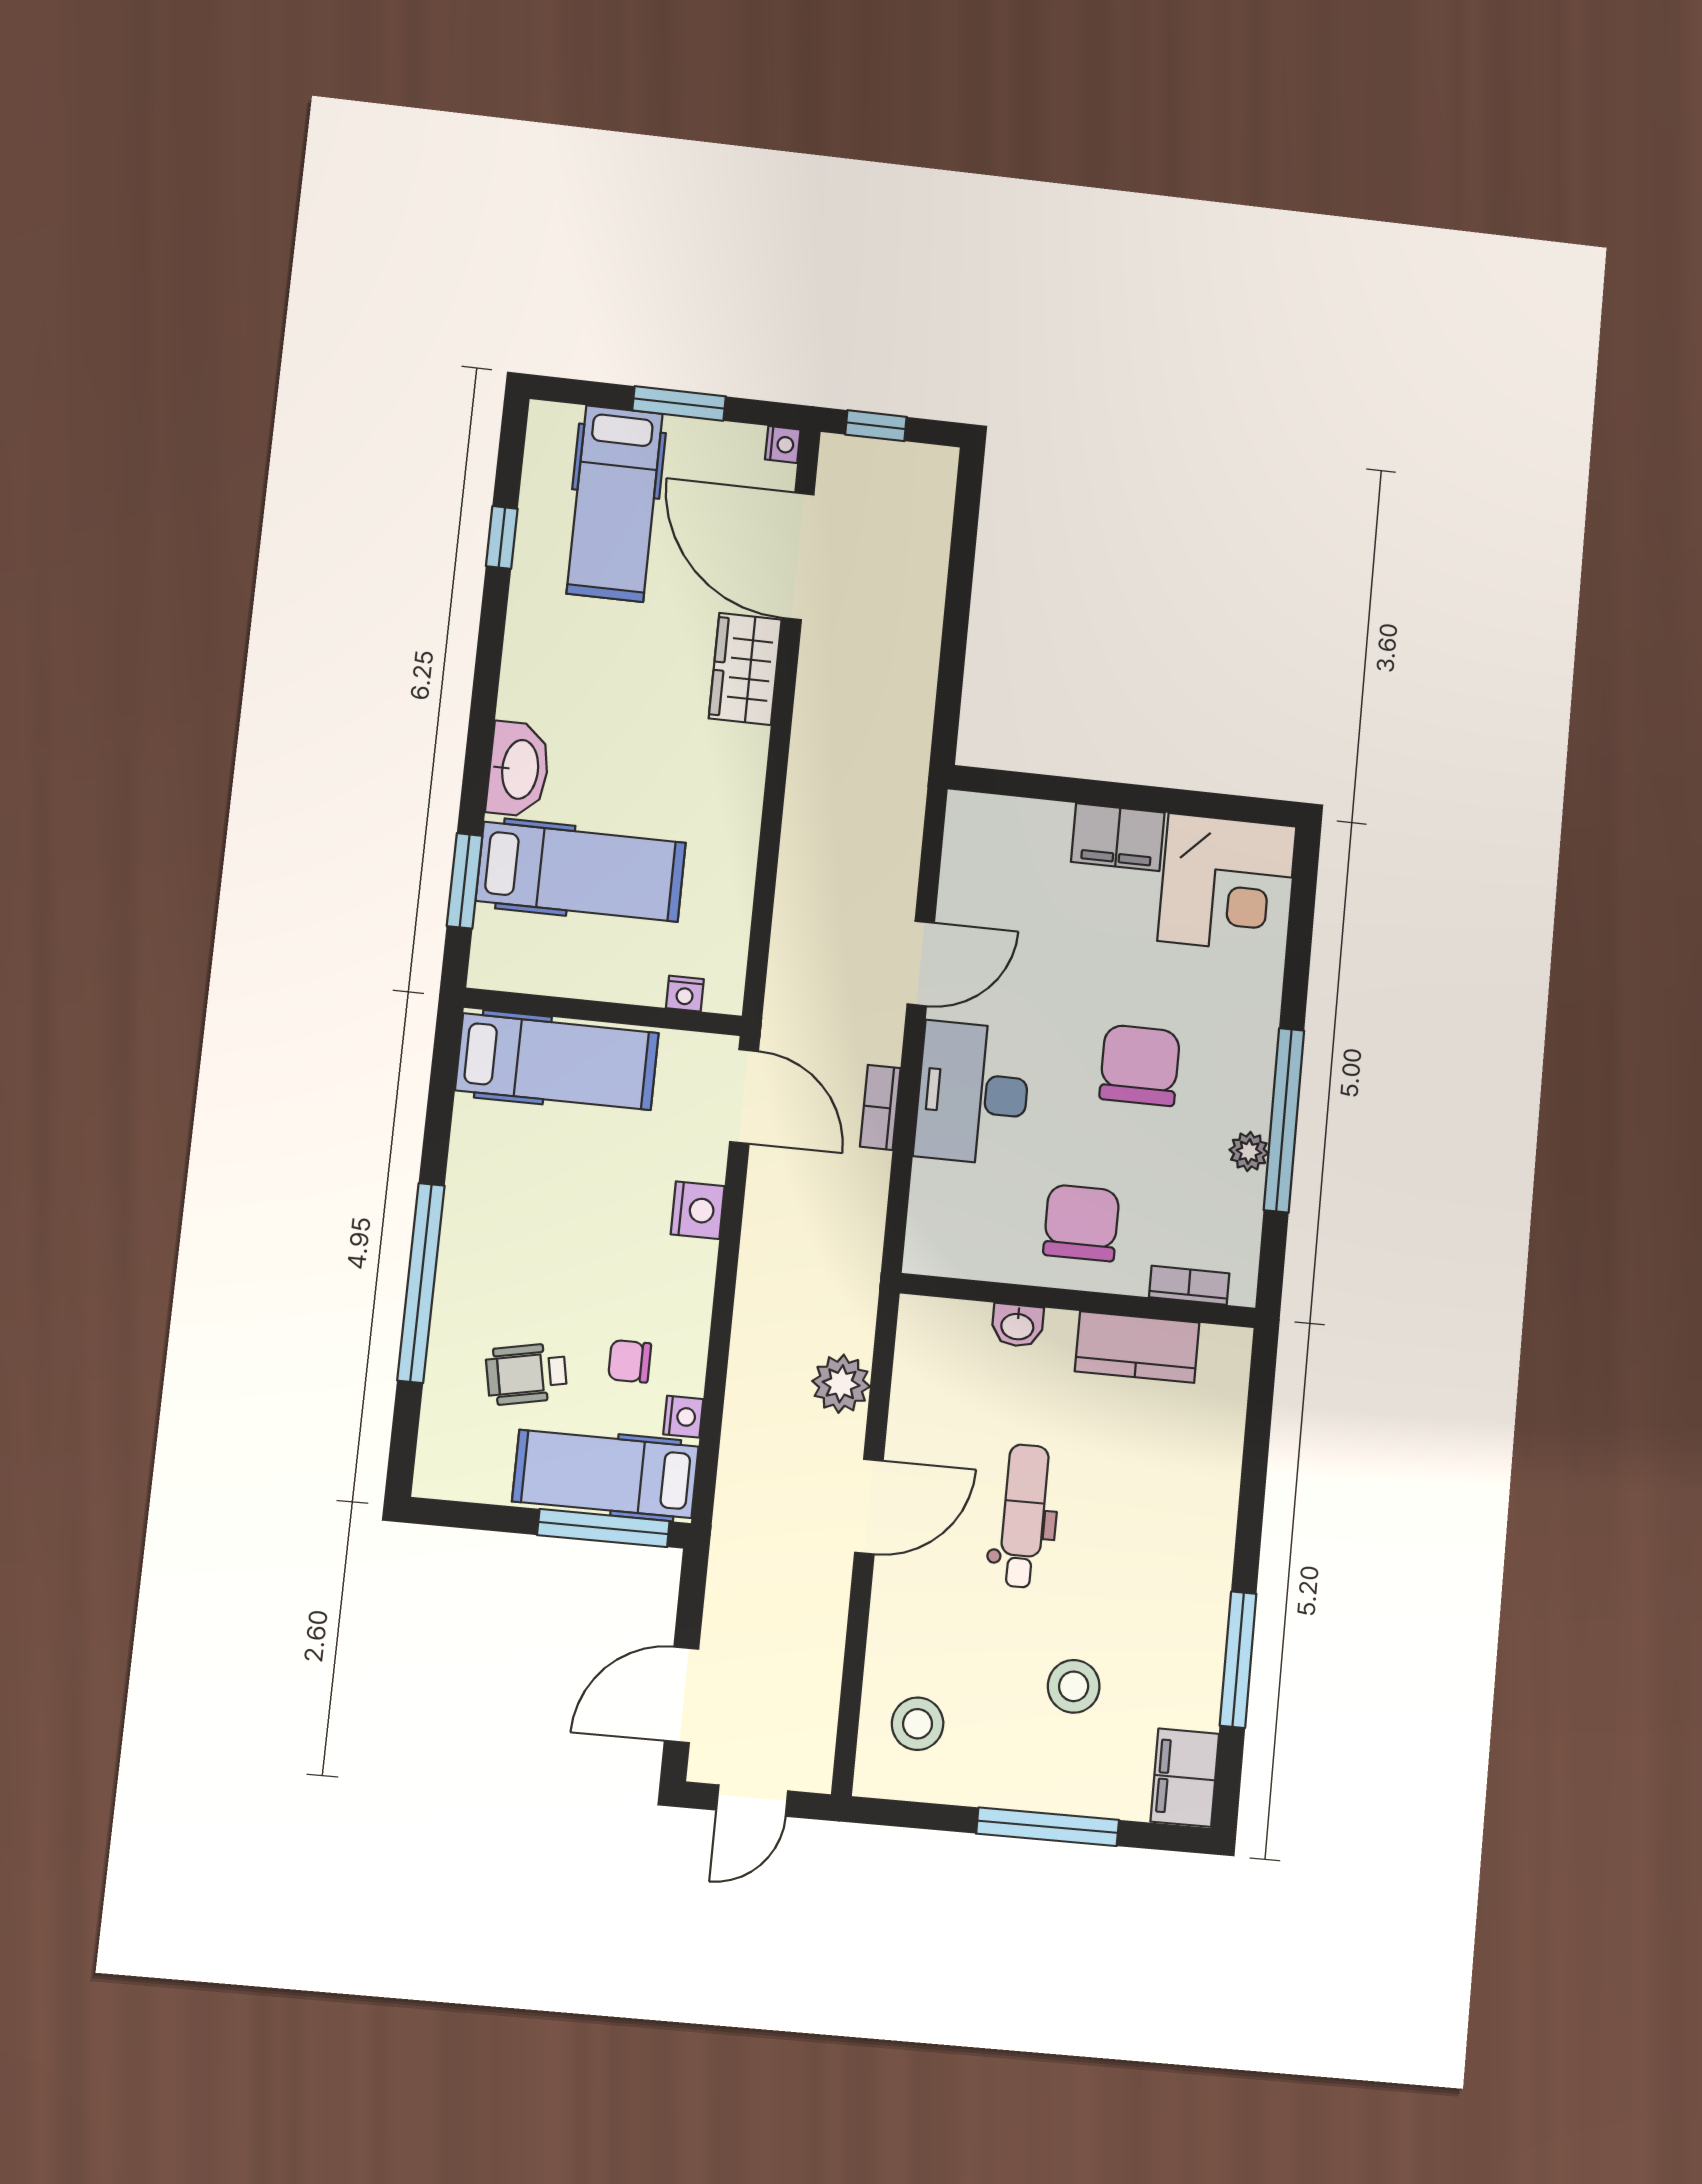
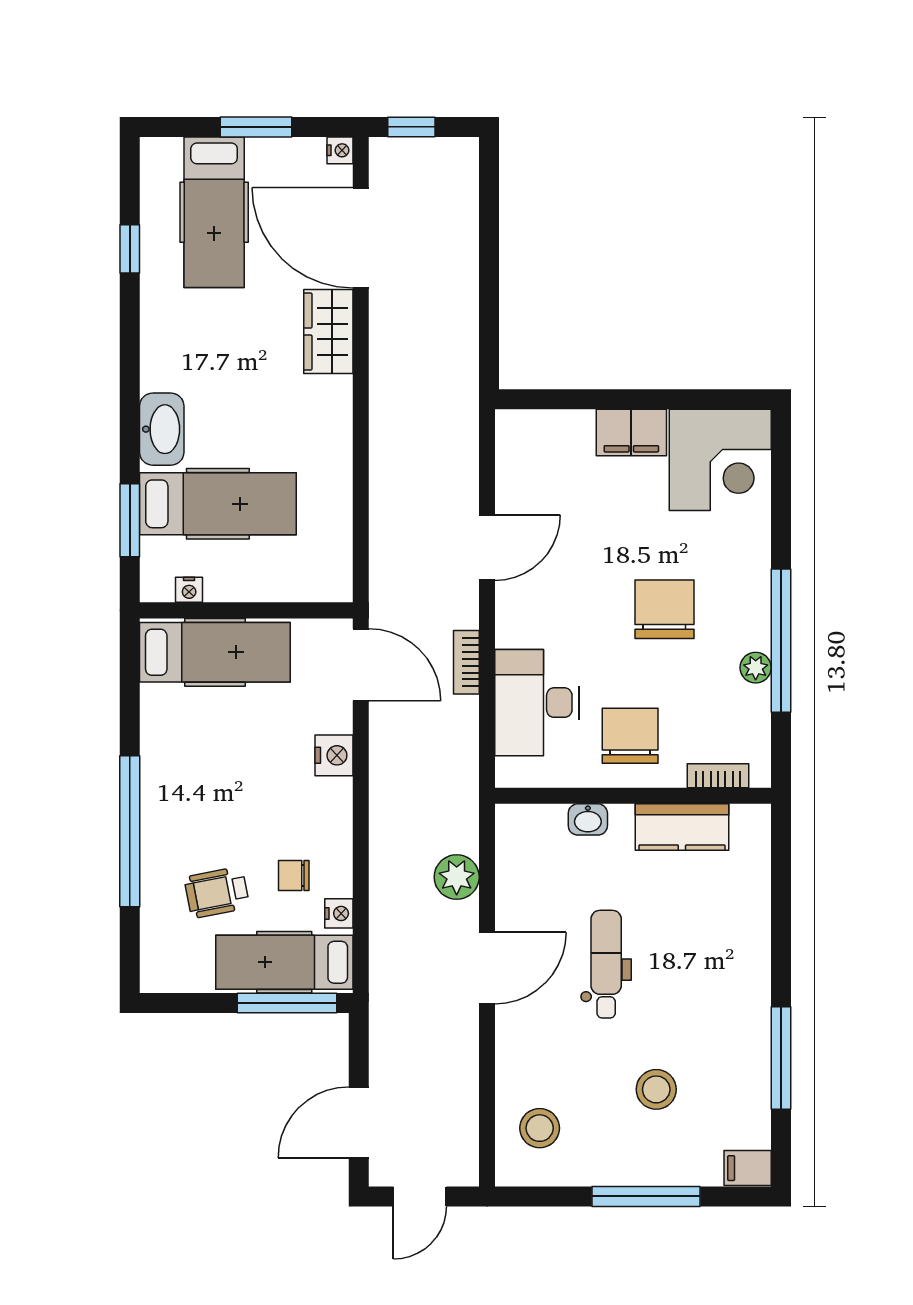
nightstand: (685, 994) -> (189, 590), moved
desk: (973, 1093) -> (537, 703), moved
filing cabinet: (1185, 1778) -> (748, 1168), width x0.50

